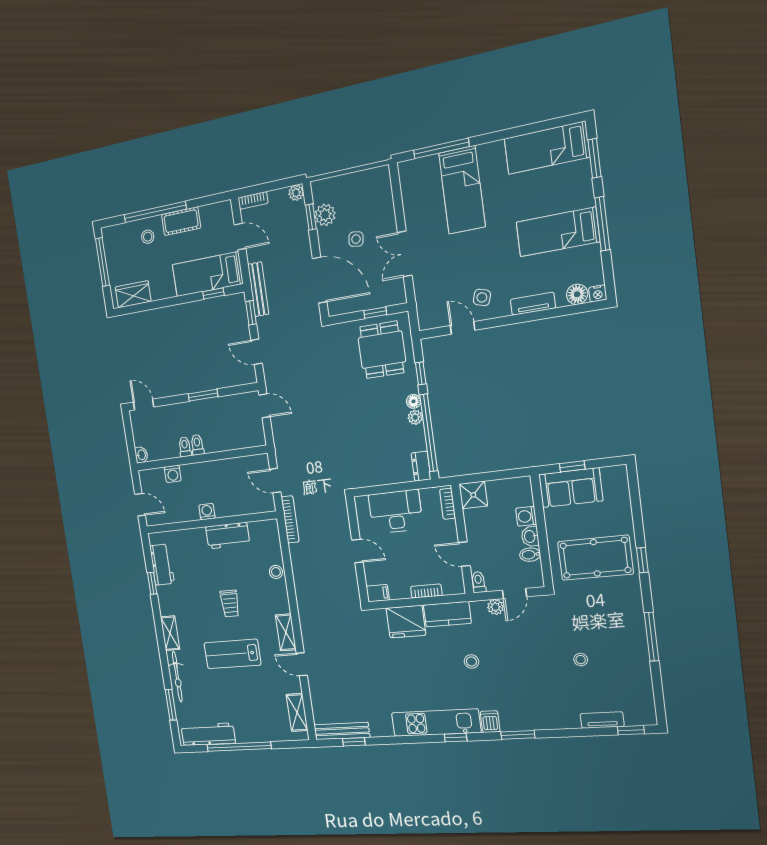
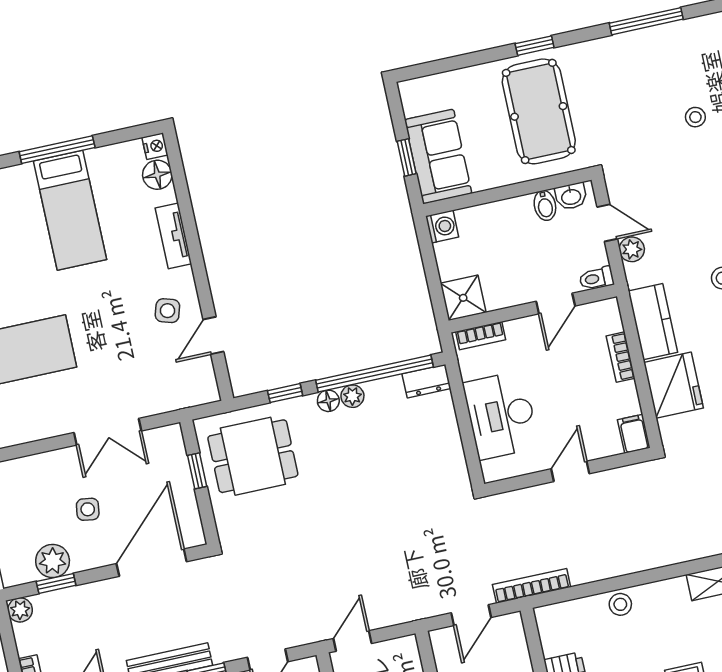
washing machine: (526, 516) -> (442, 227), moved, turned -90
washbasin: (530, 536) -> (571, 196), moved

